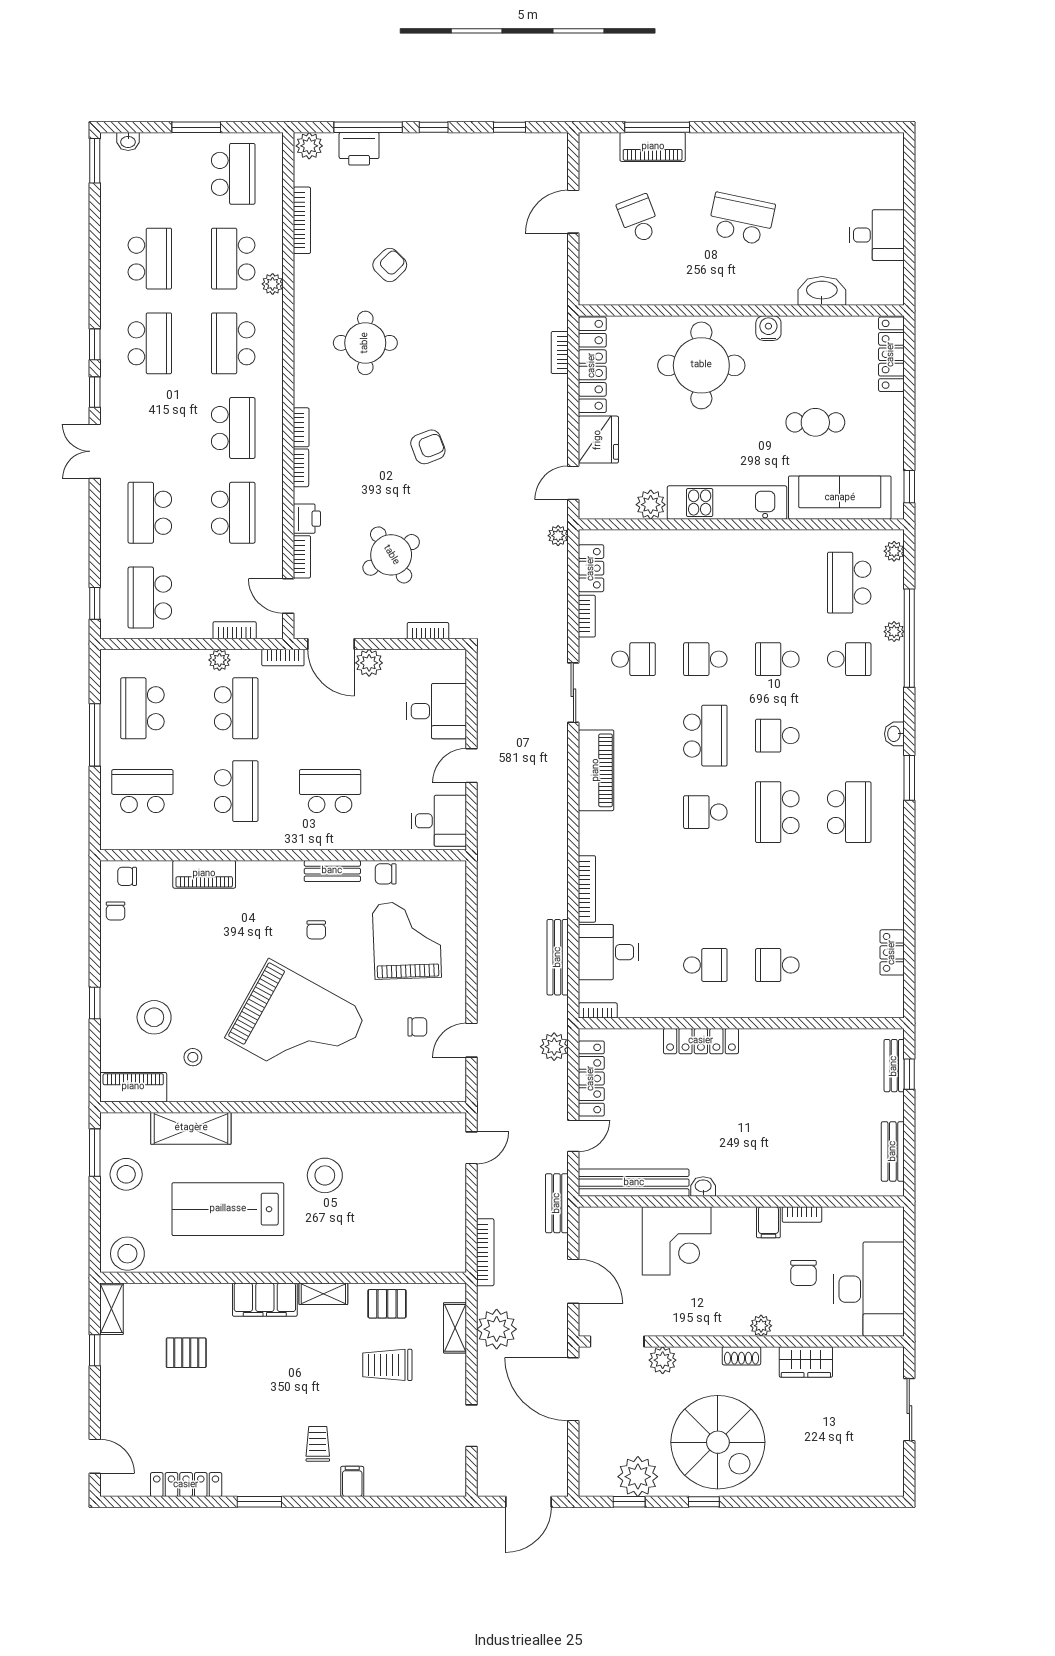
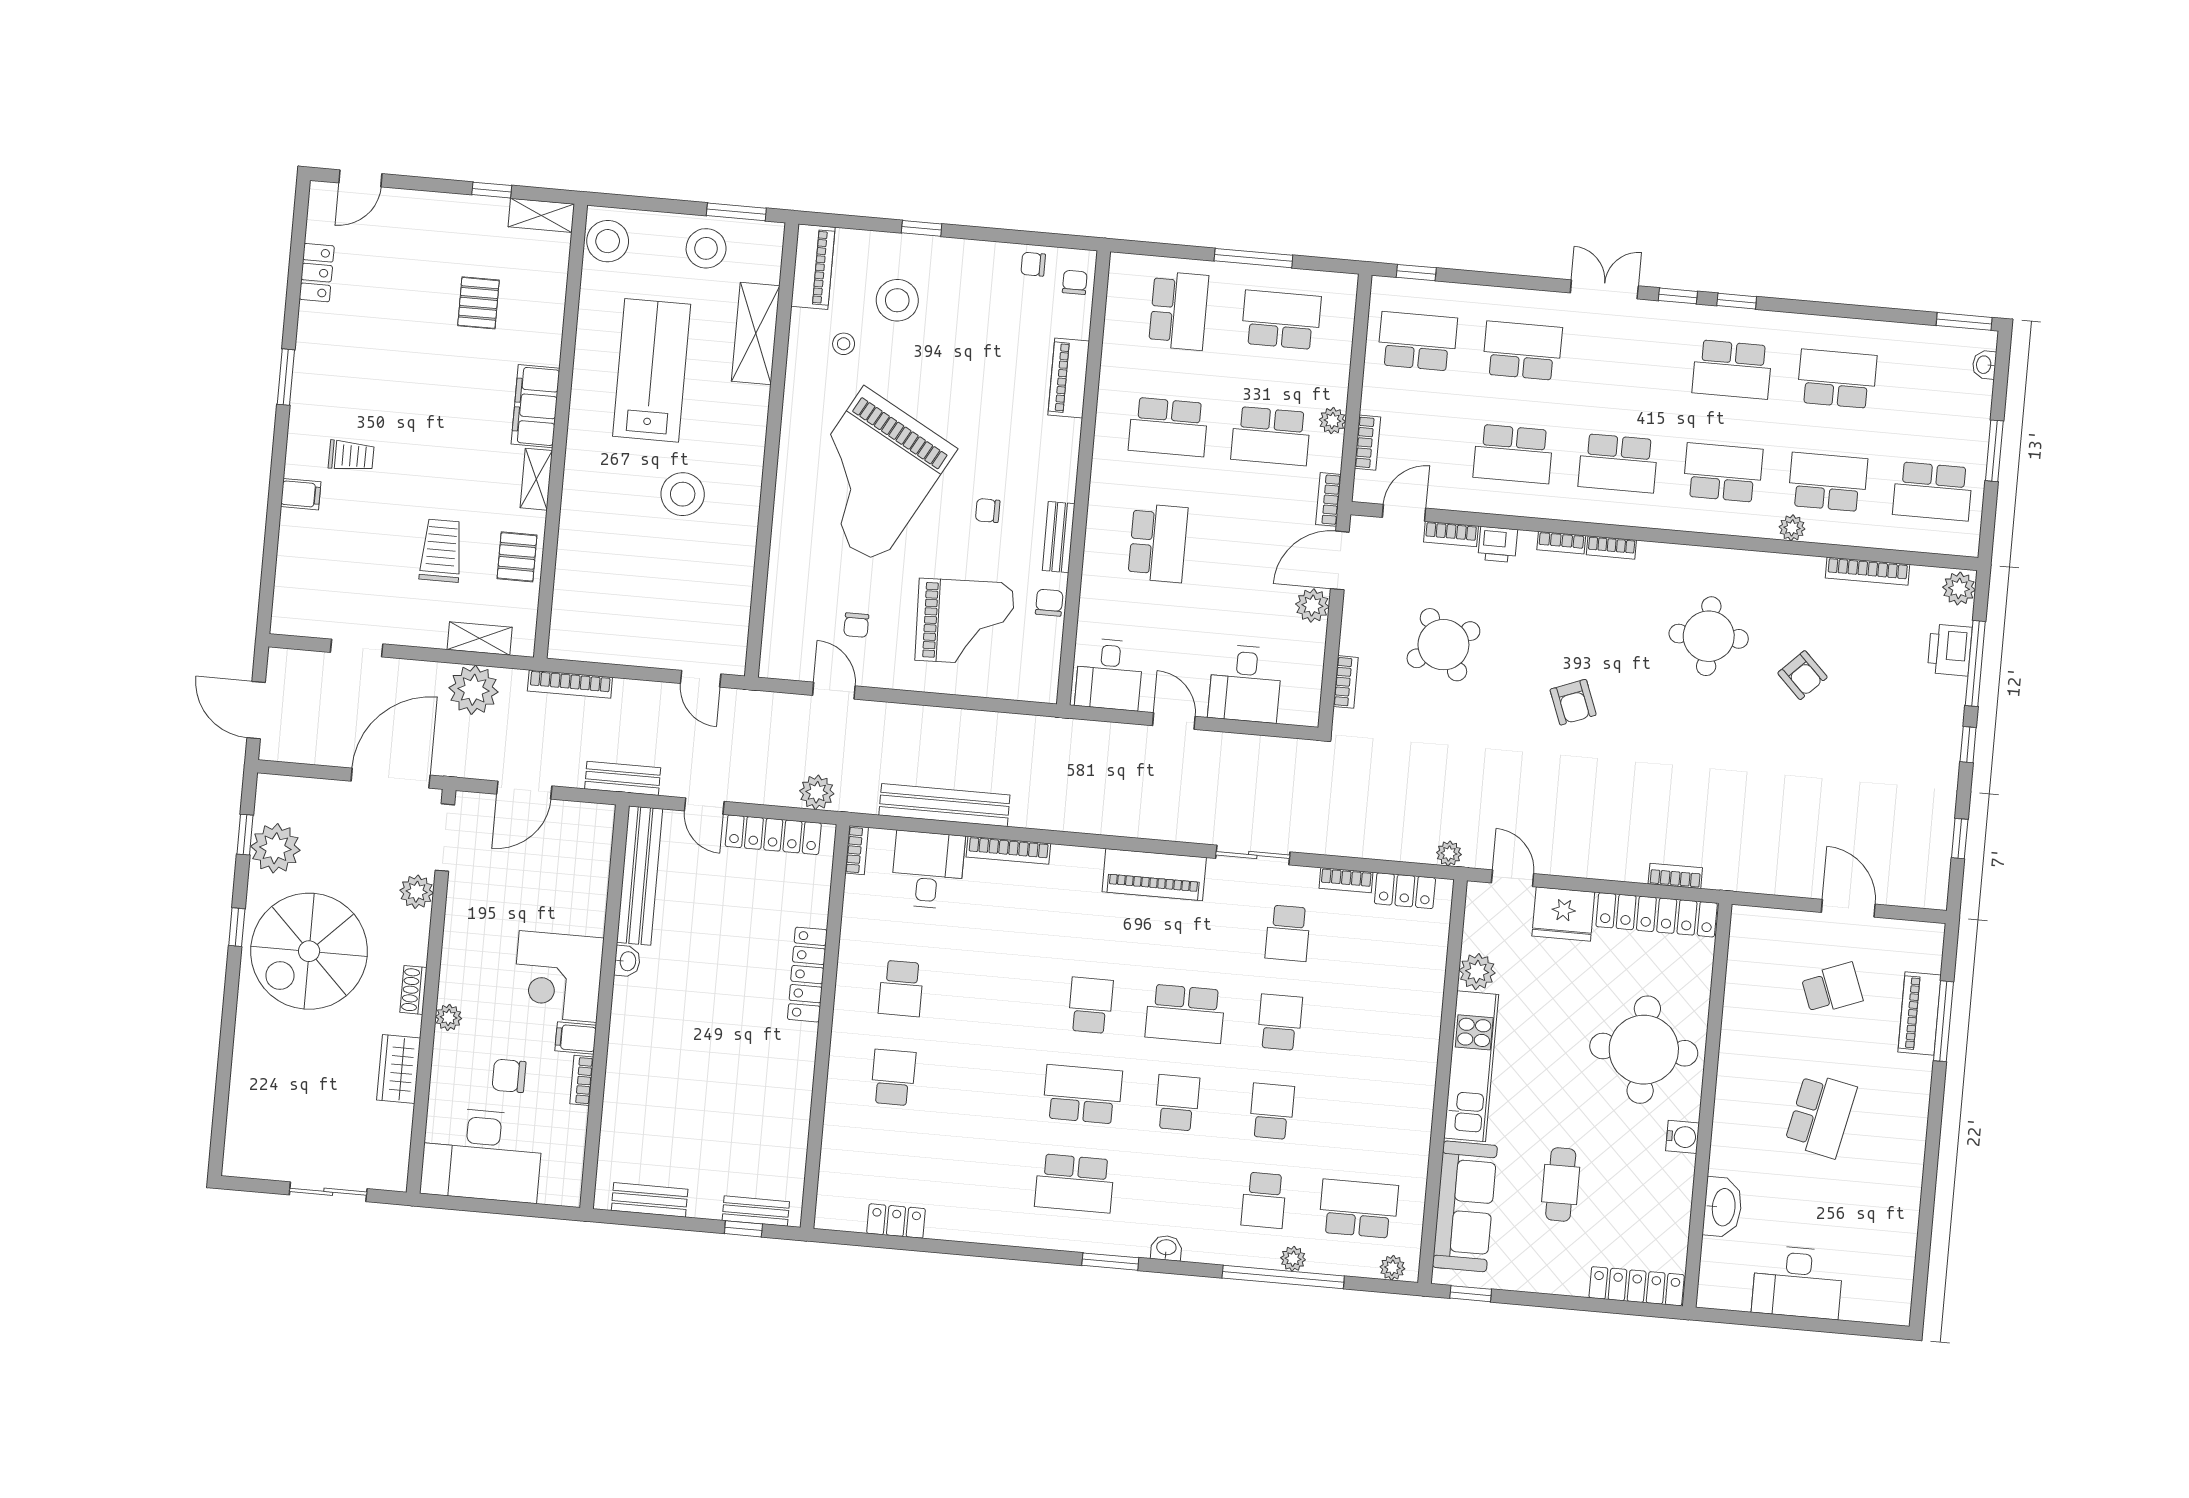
desk: (877, 235) -> (1797, 1282), width x1.37
school desk: (150, 259) -> (1837, 379), turned 180
bench: (558, 957) -> (944, 805), width x1.37, depth x1.21
corner desk: (677, 1241) -> (558, 976), moved
locker: (186, 1485) -> (317, 273), width x0.66

